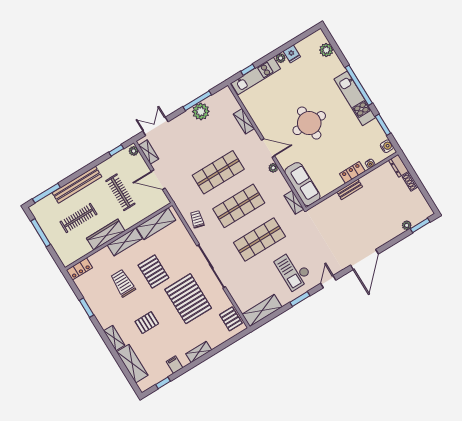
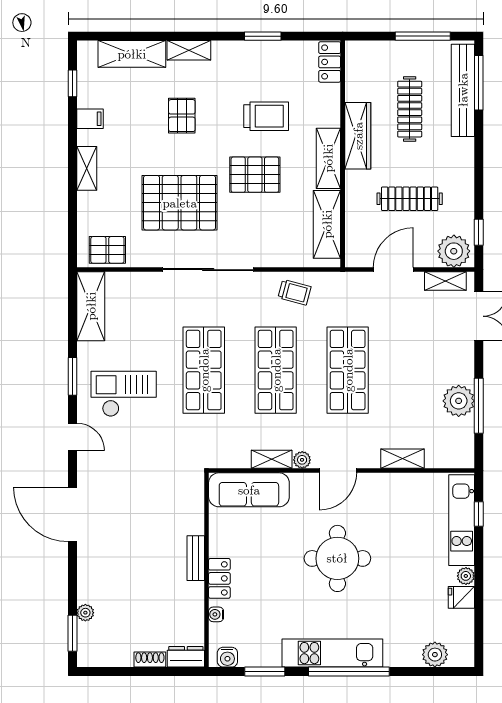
plant: (134, 151) -> (454, 251), width x1.88, depth x1.88
bench: (77, 185) -> (463, 90), moved
shelving: (294, 202) -> (272, 459), moved

